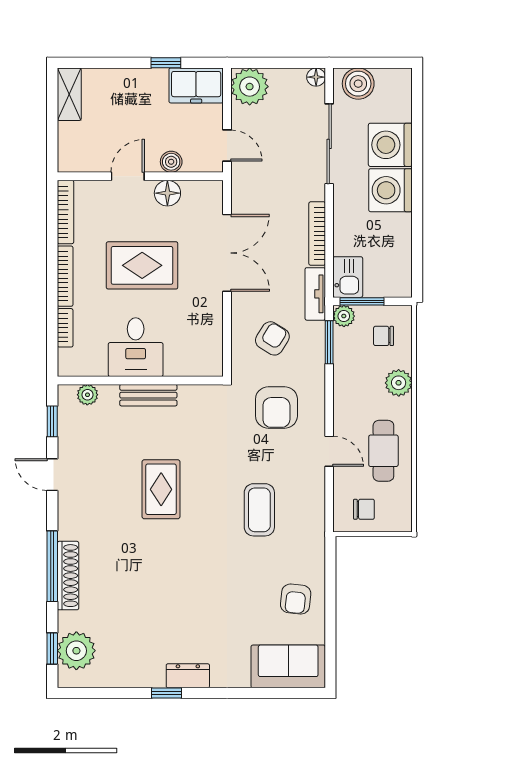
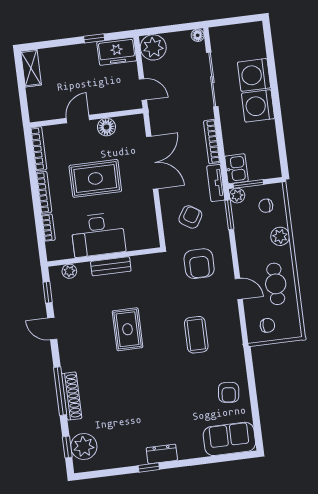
boiler: (358, 84) -> (227, 36), removed
boiler: (171, 162) -> (106, 105), removed
desk: (136, 347) -> (98, 235), width x1.37

